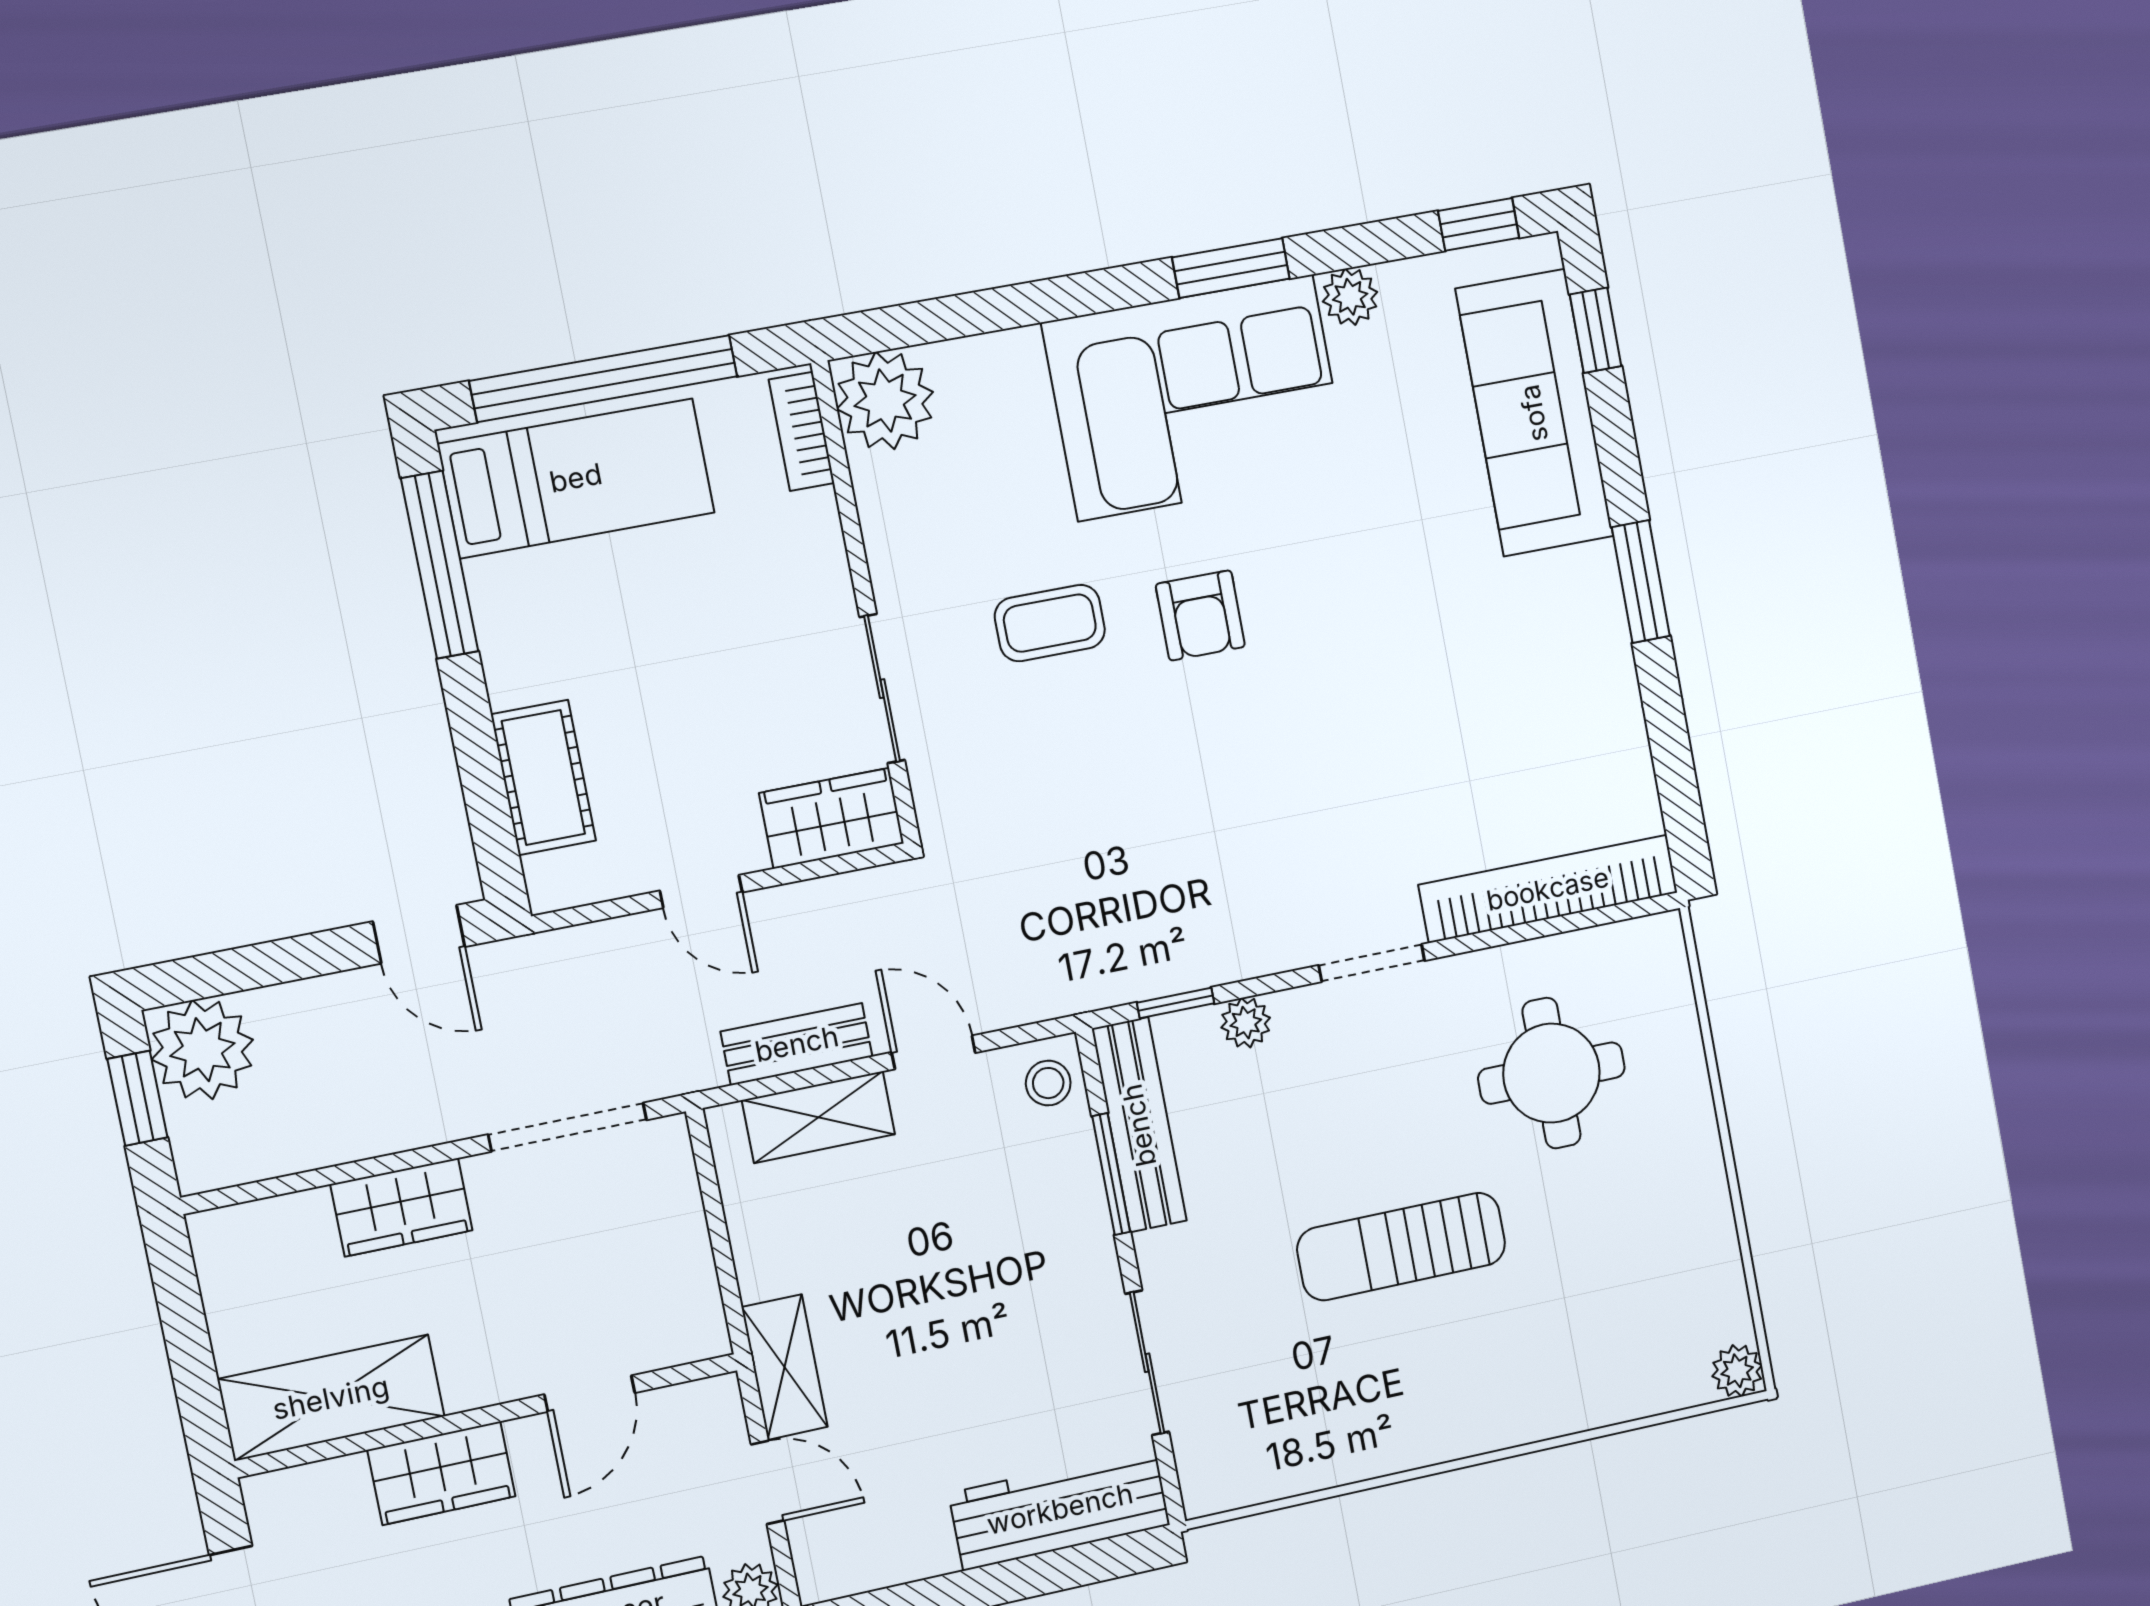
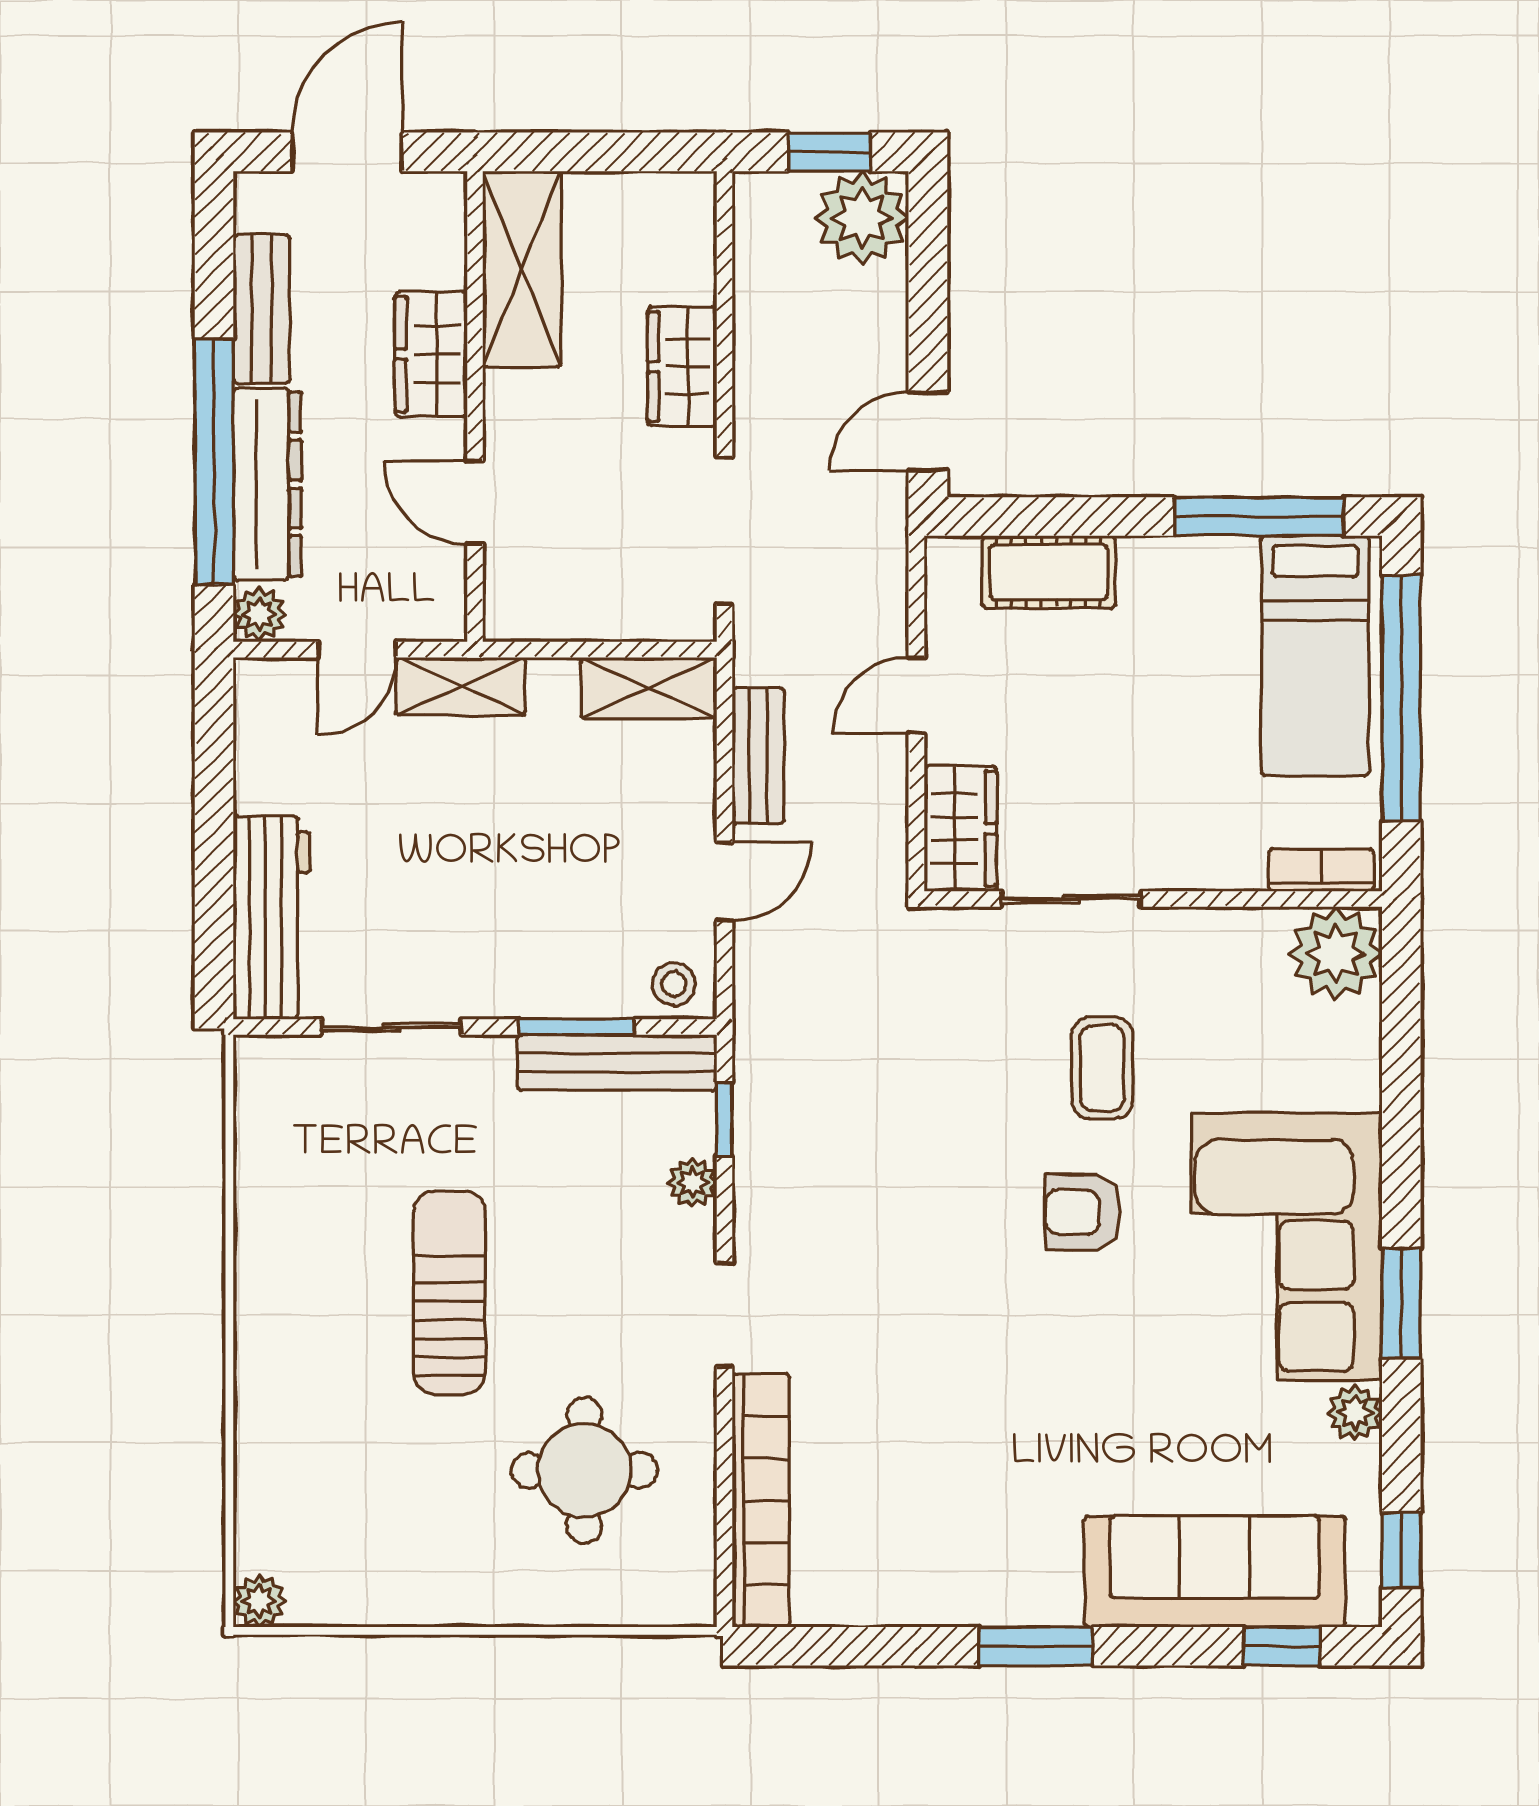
shelving: (818, 1117) -> (649, 688), moved, turned 90

